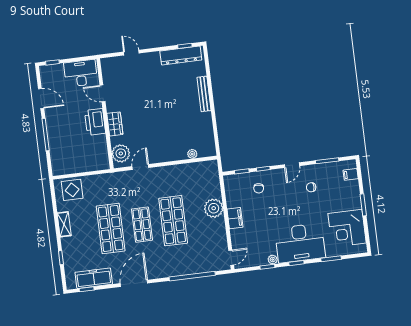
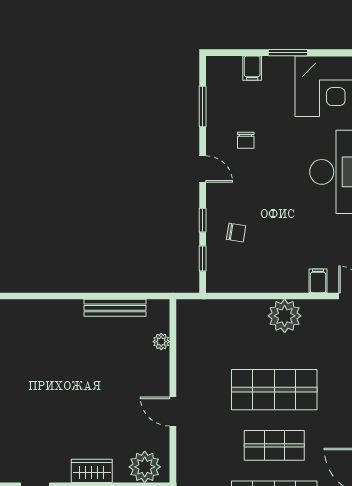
bench: (204, 94) -> (115, 308), moved
door: (140, 167) -> (173, 412), moved
filing cabinet: (351, 174) -> (252, 68), moved
plant: (214, 208) -> (285, 316), moved
filing cabinet: (235, 218) -> (318, 281), moved, width x0.50

